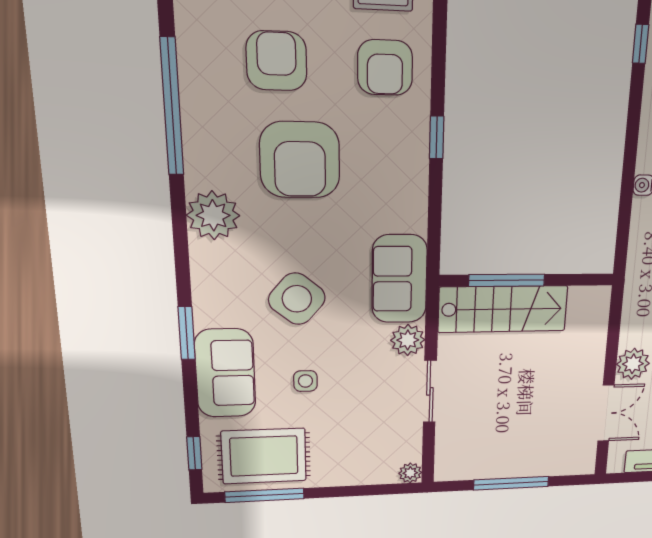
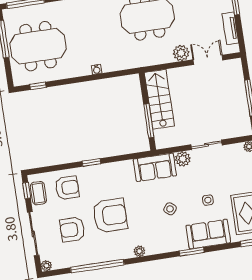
plant: (213, 215) -> (139, 251), width x0.53, depth x0.53
side table: (297, 299) -> (170, 209), width x0.54, depth x0.54
stairs: (503, 309) -> (159, 99), moved

